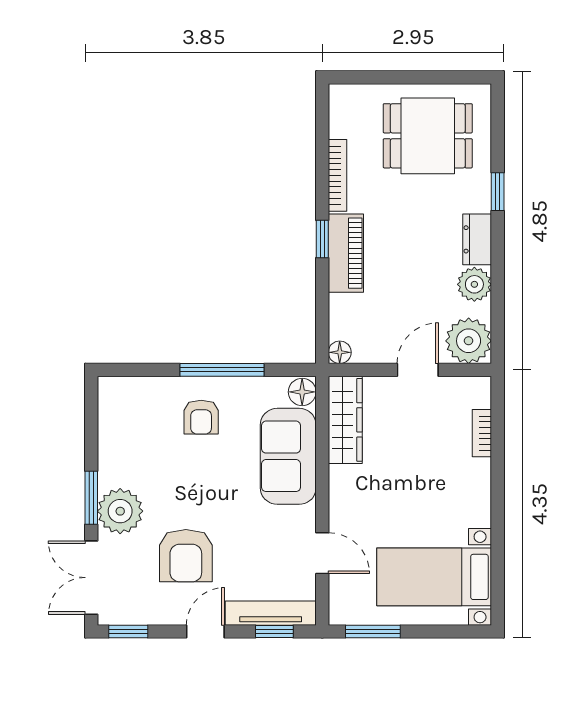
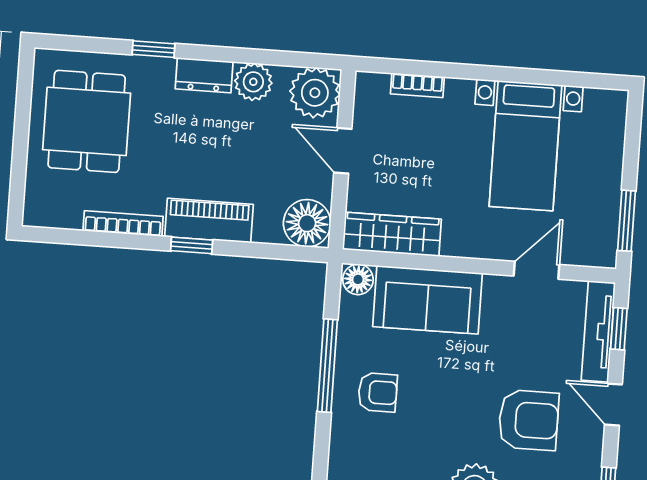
floor lamp: (340, 352) -> (307, 223), width x1.89, depth x1.89
bed with nightstands: (434, 577) -> (525, 146), moved

